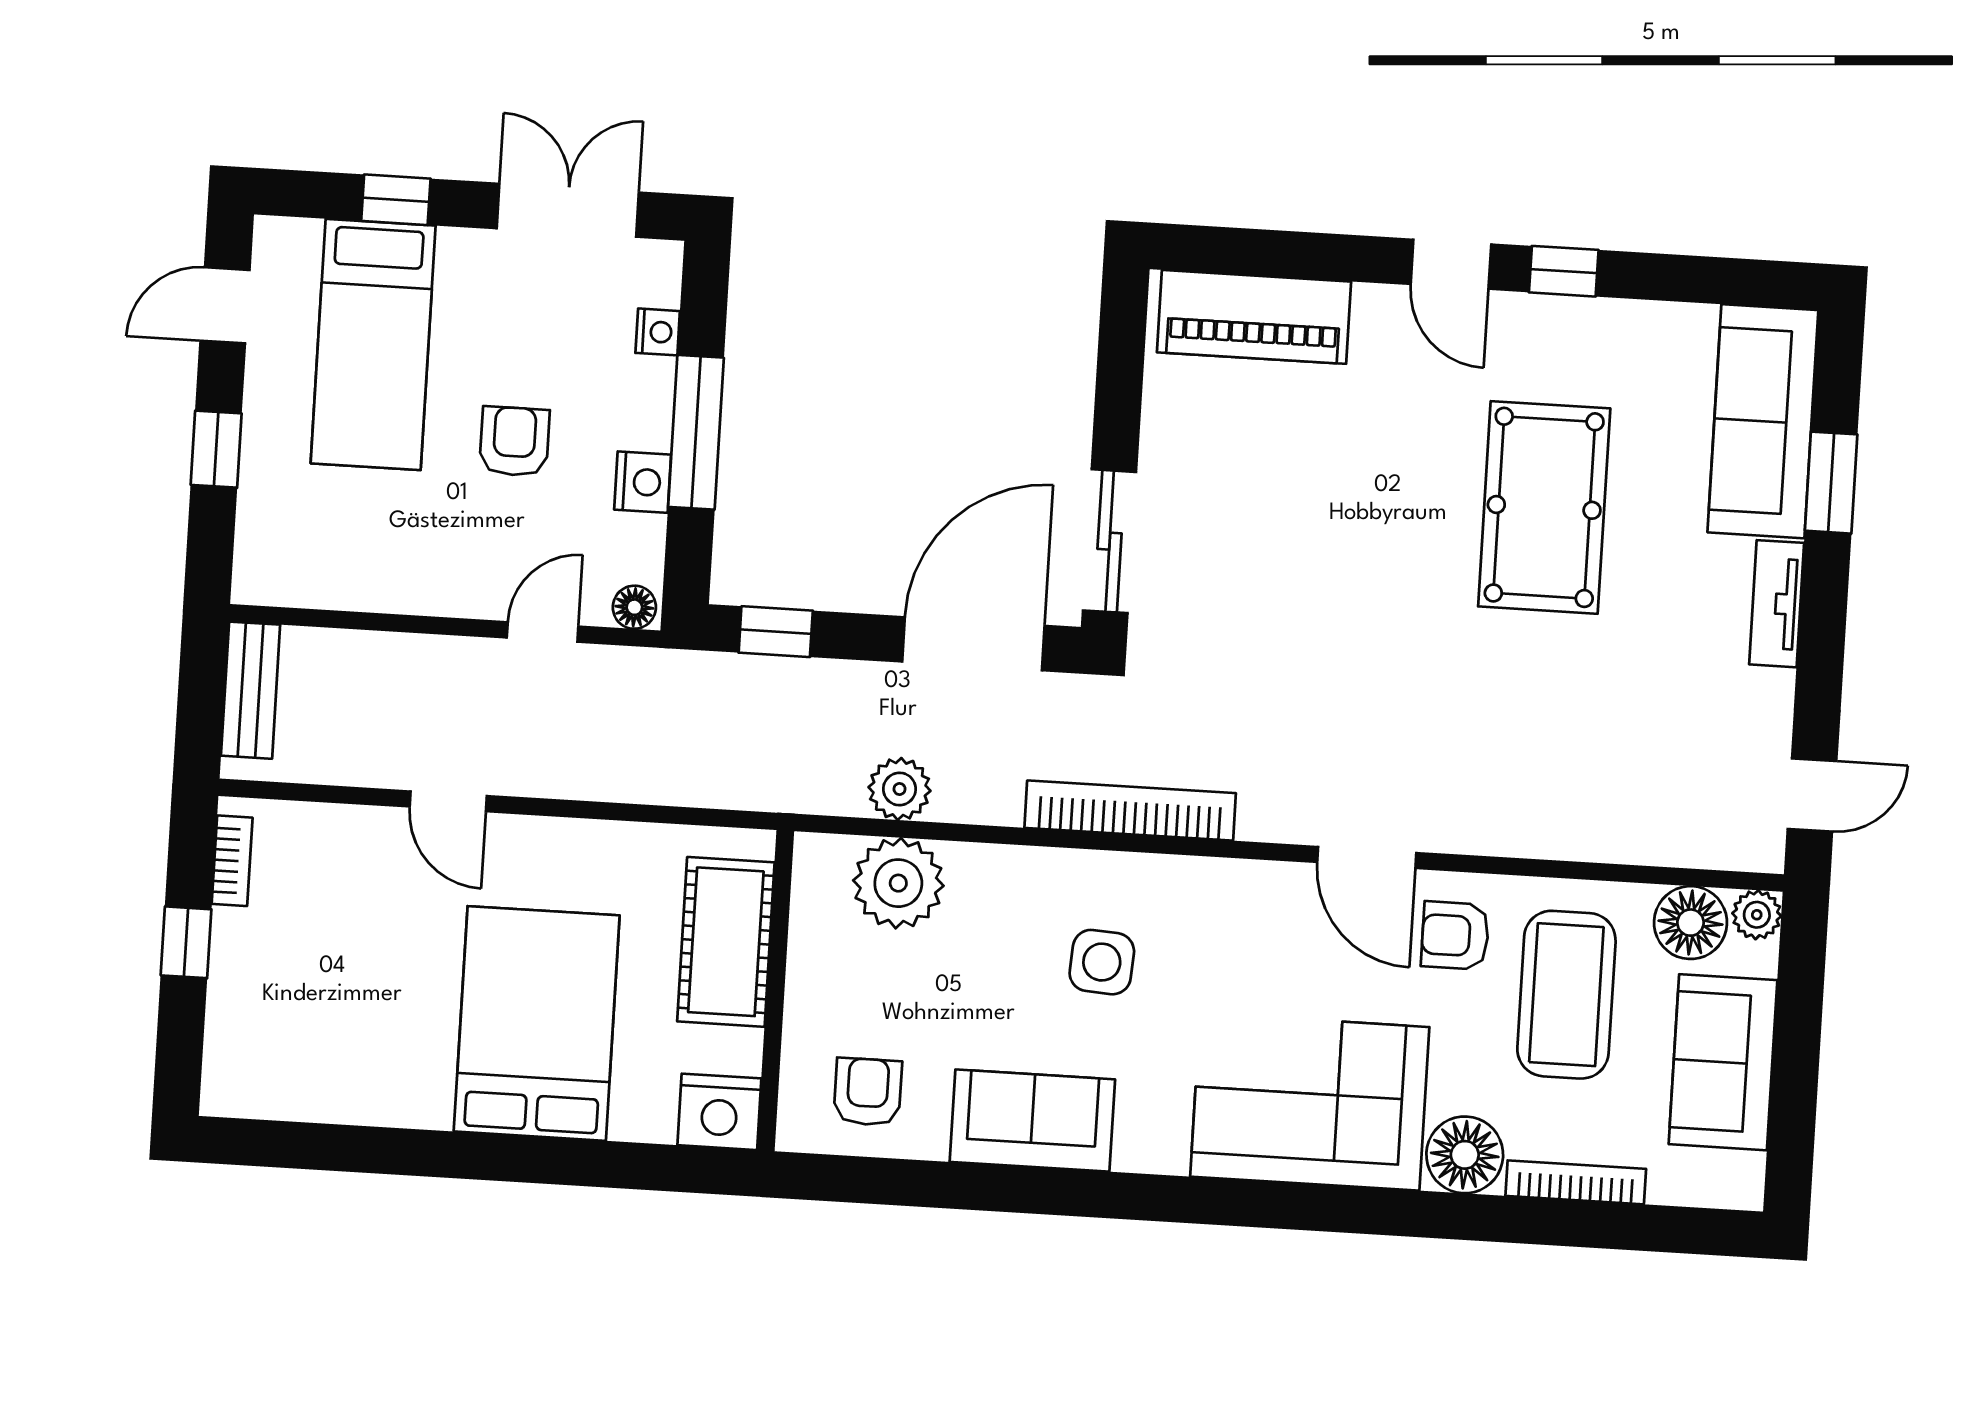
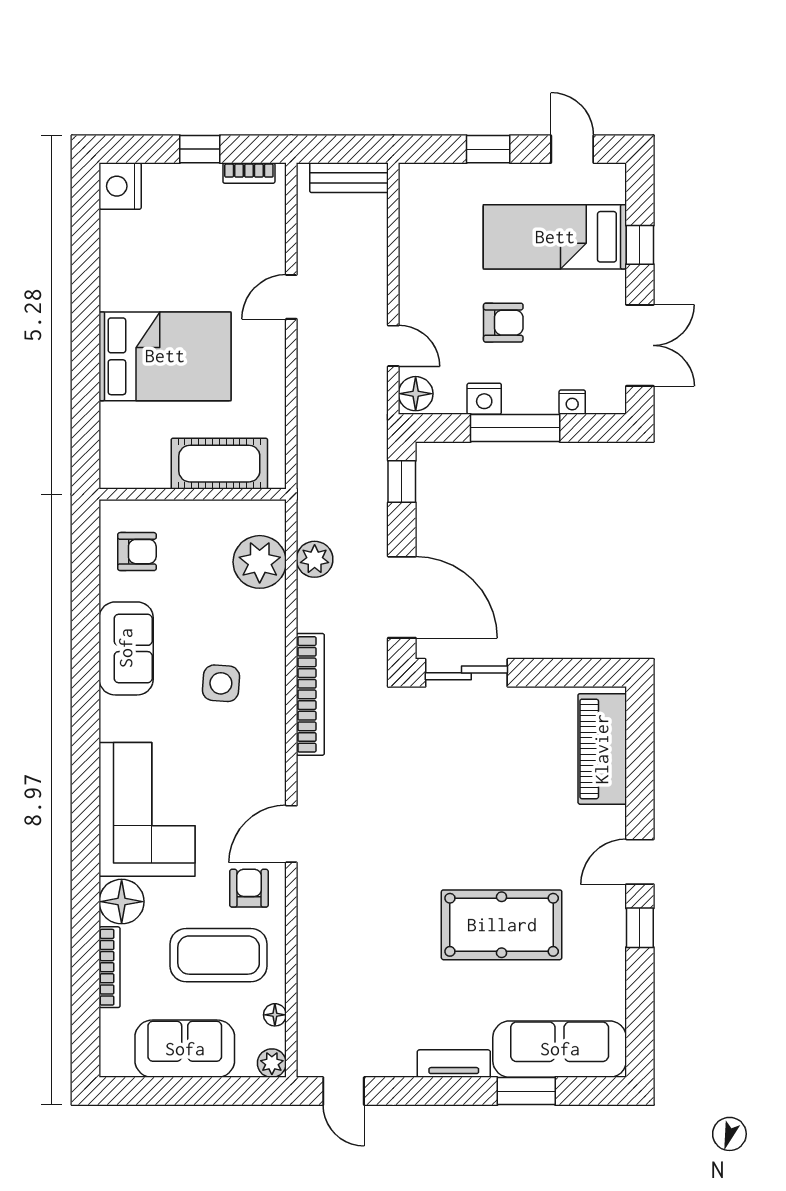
floor lamp: (634, 607) -> (416, 394), width x1.37, depth x1.37
floor lamp: (1690, 923) -> (275, 1015), width x0.53, depth x0.53
nightstand: (719, 1112) -> (120, 186), moved

